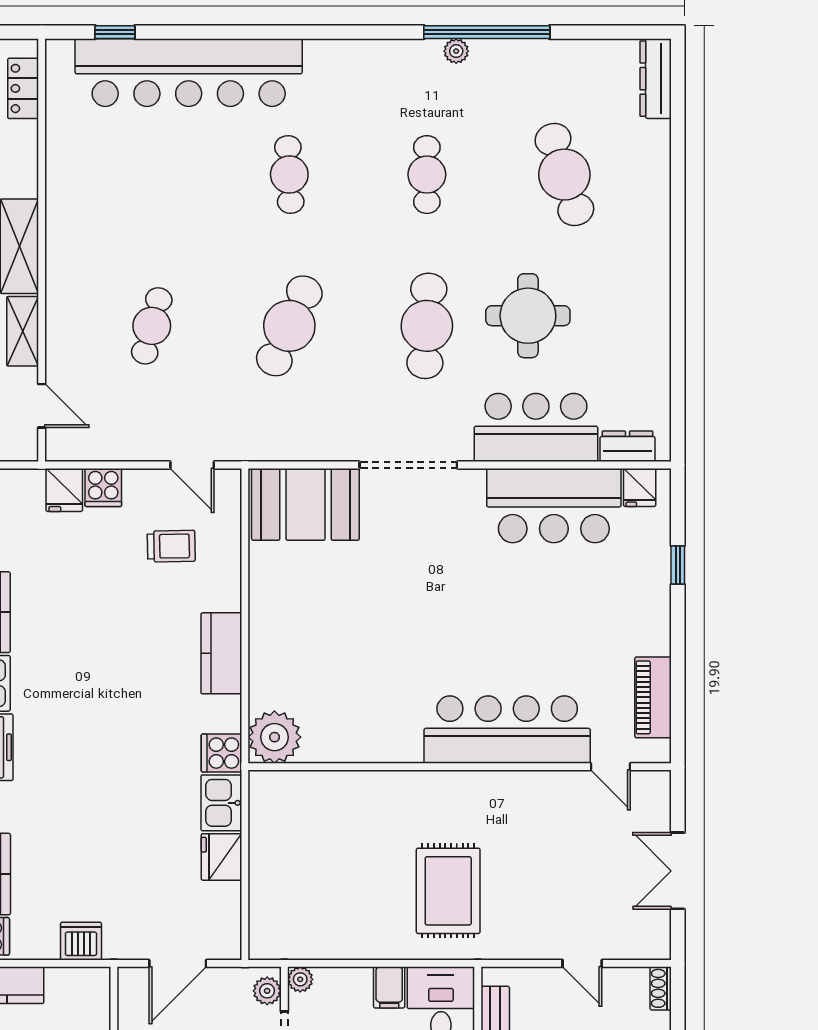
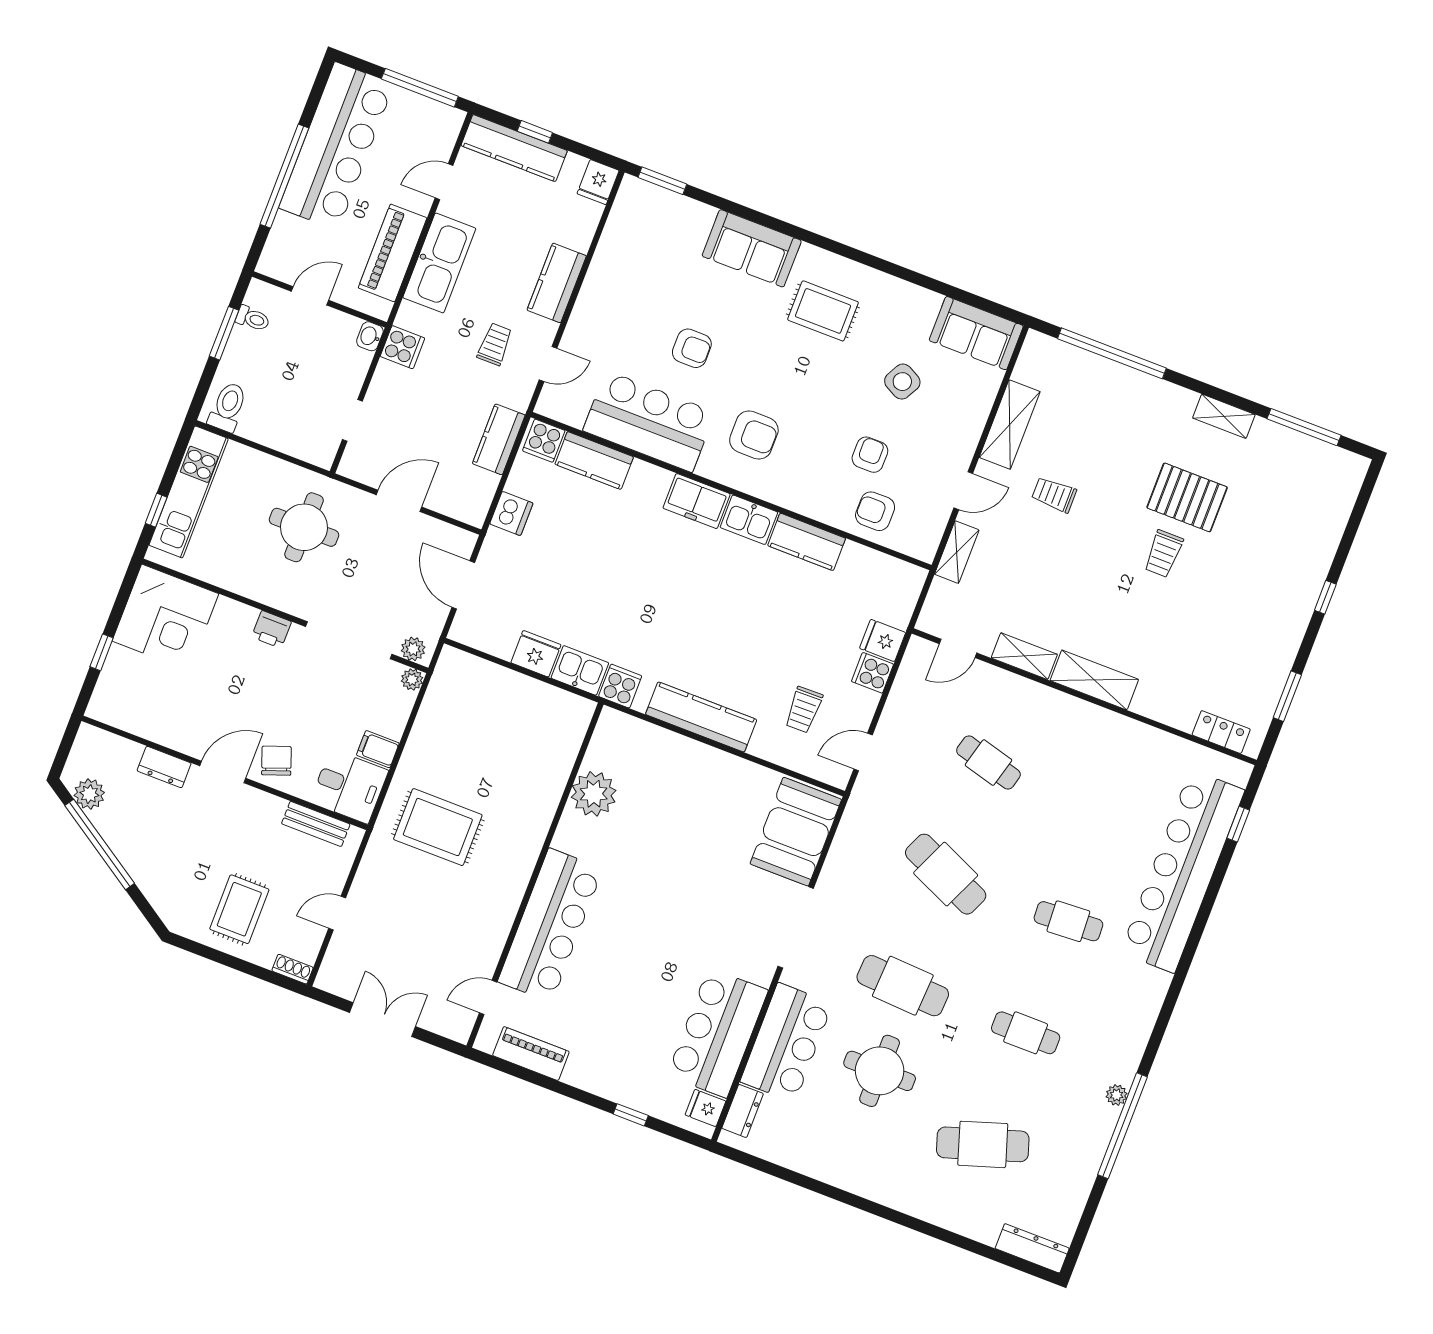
kitchen counter: (221, 653) -> (701, 717), width x1.50
plant: (274, 737) -> (594, 794), moved

